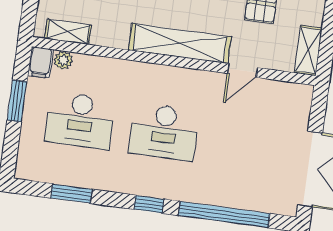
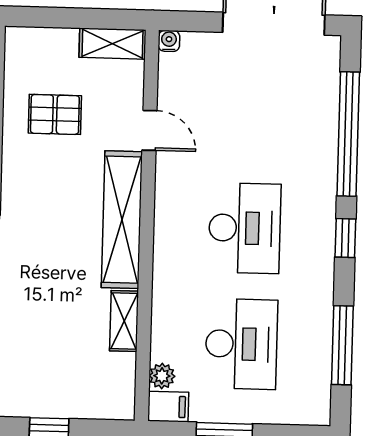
shelving: (68, 32) -> (124, 321), moved
water cooler: (306, 92) -> (169, 41), added
window: (71, 194) -> (342, 345), width x1.44

